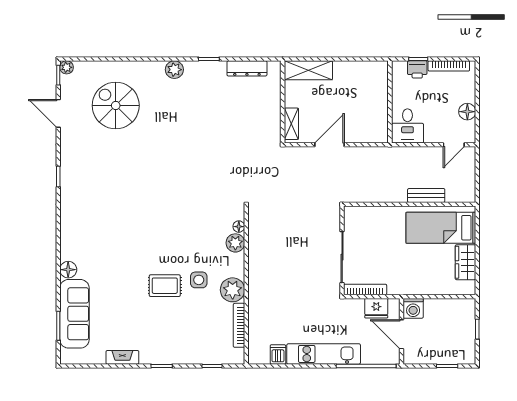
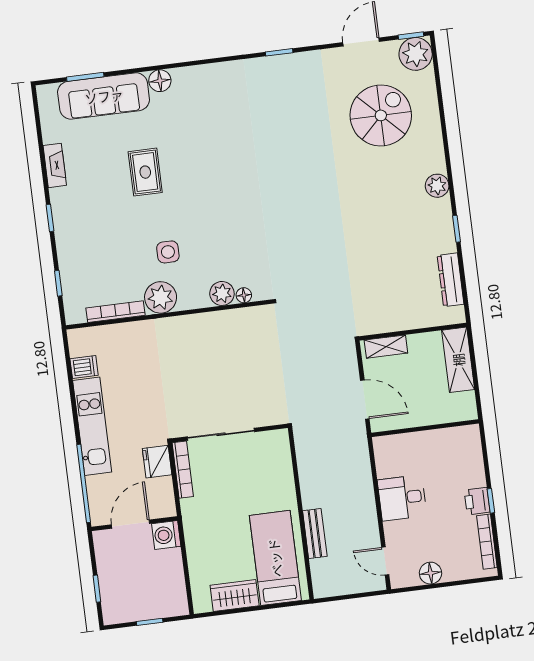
plant: (67, 67) -> (416, 54), width x1.87, depth x1.87
wall: (390, 102) -> (425, 428), moved
rug: (165, 286) -> (145, 172), moved
fridge: (376, 308) -> (157, 462), moved

